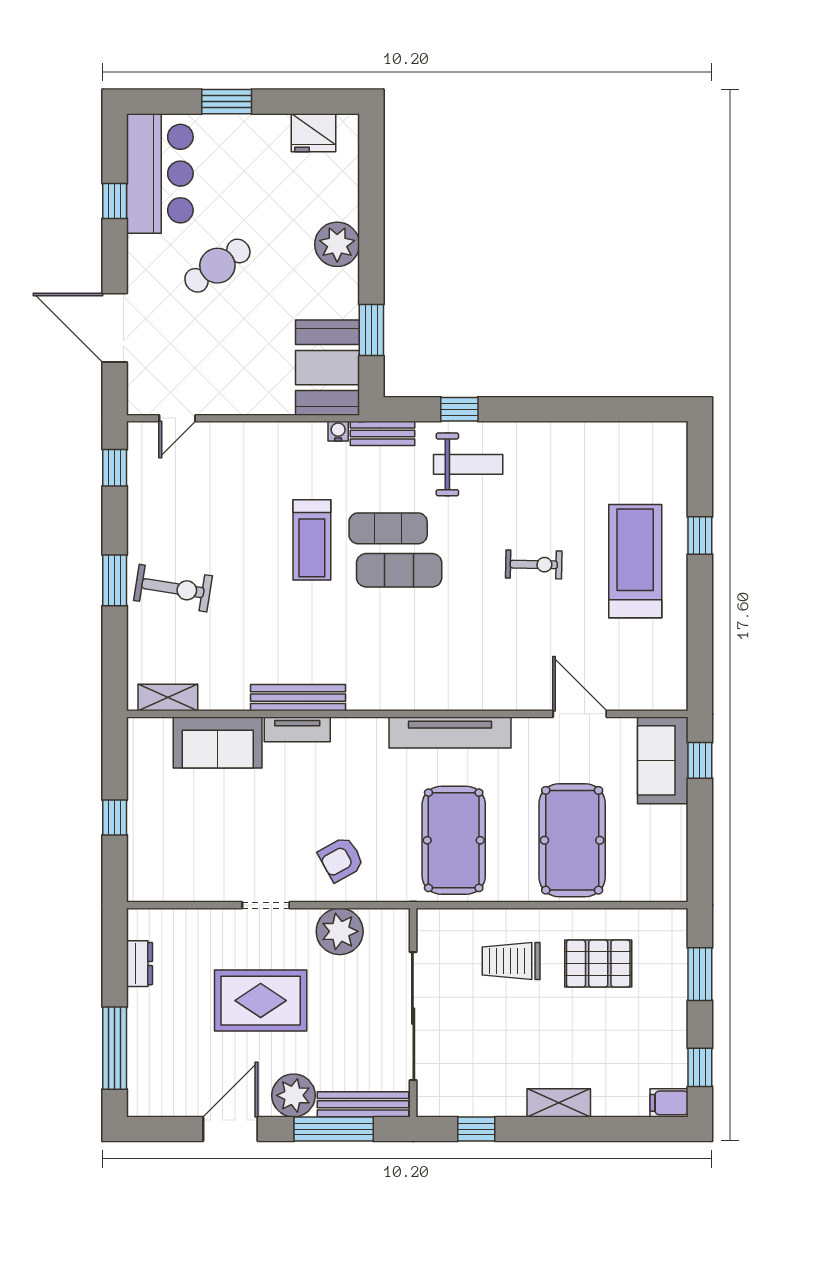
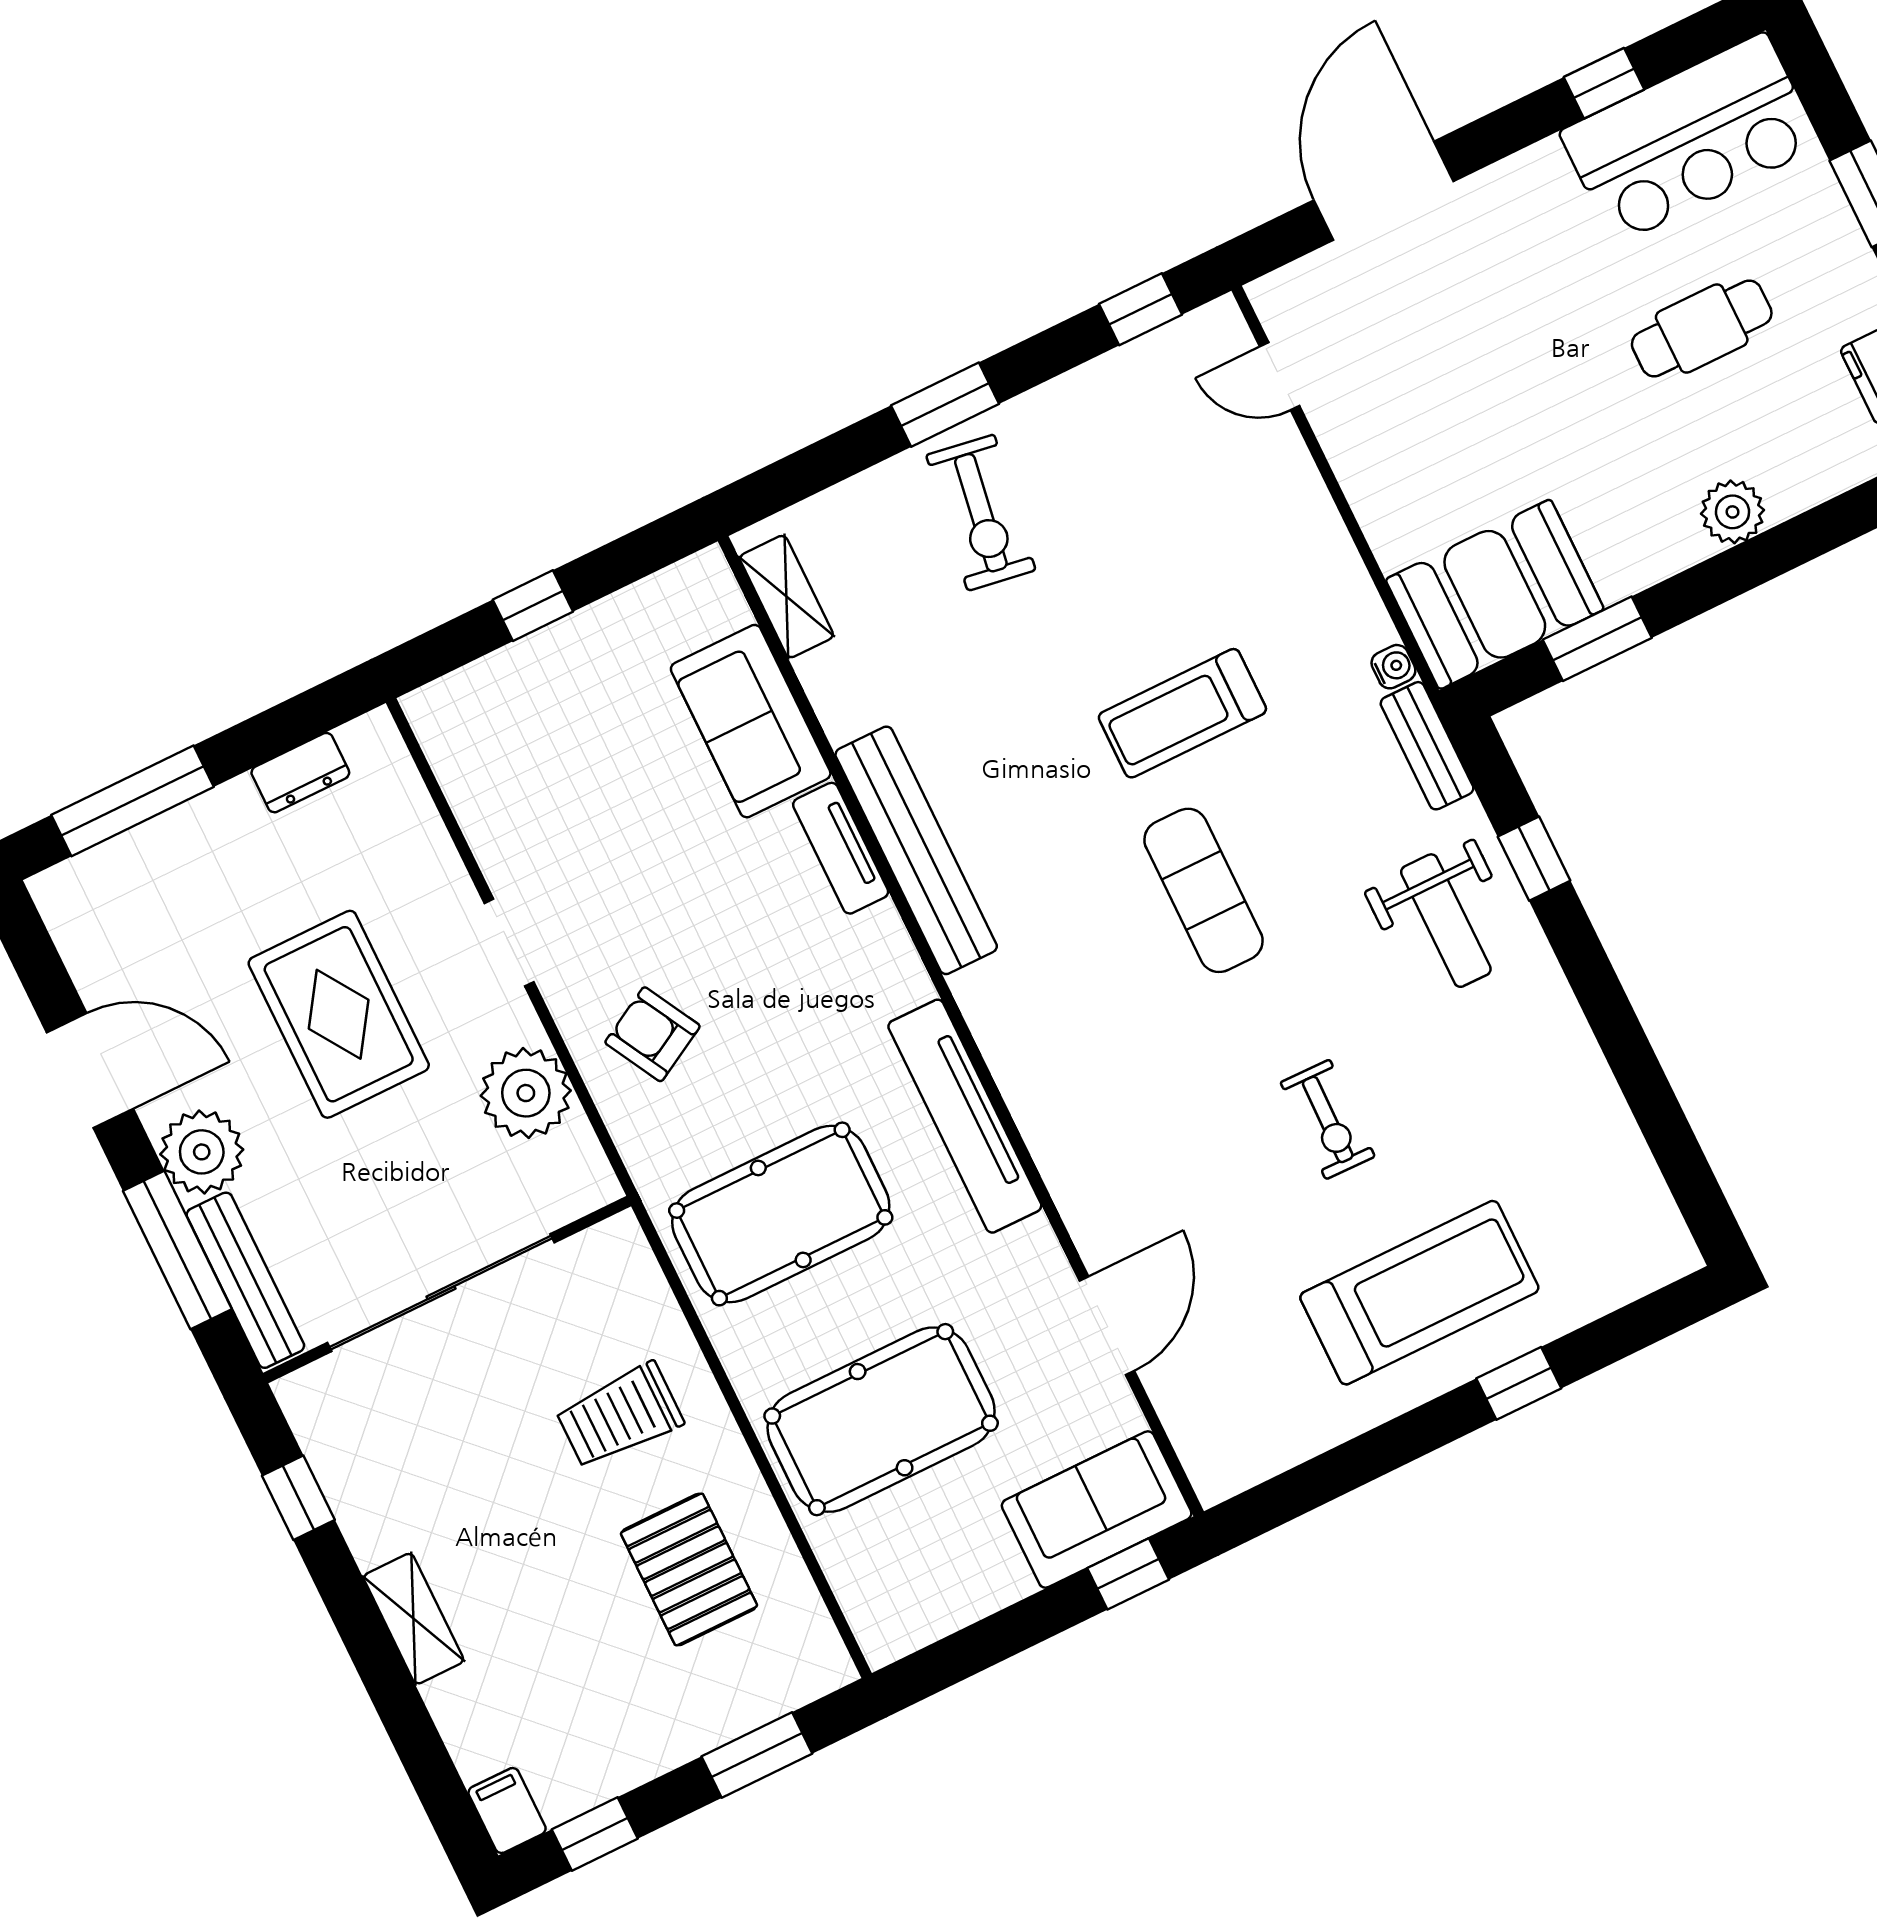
plant: (337, 244) -> (1732, 512), width x0.73, depth x0.73
cafe table: (217, 266) -> (1702, 329), moved, turned -55
exercise mat: (388, 528) -> (1267, 836), removed
bench: (298, 698) -> (916, 850), width x1.37, depth x1.21
trolley: (511, 961) -> (620, 1416), turned -90

